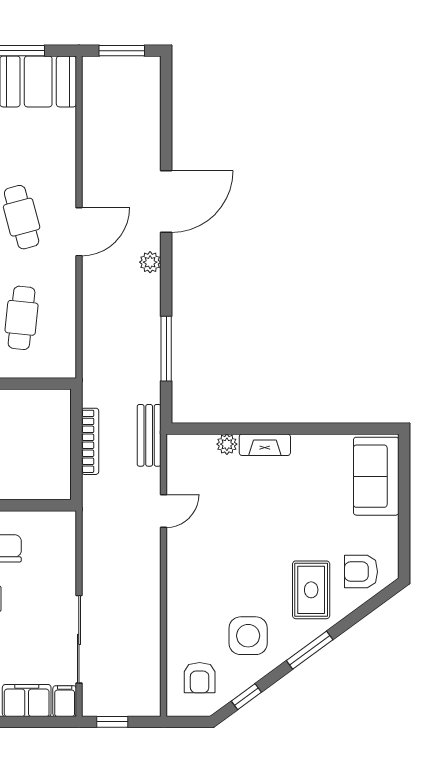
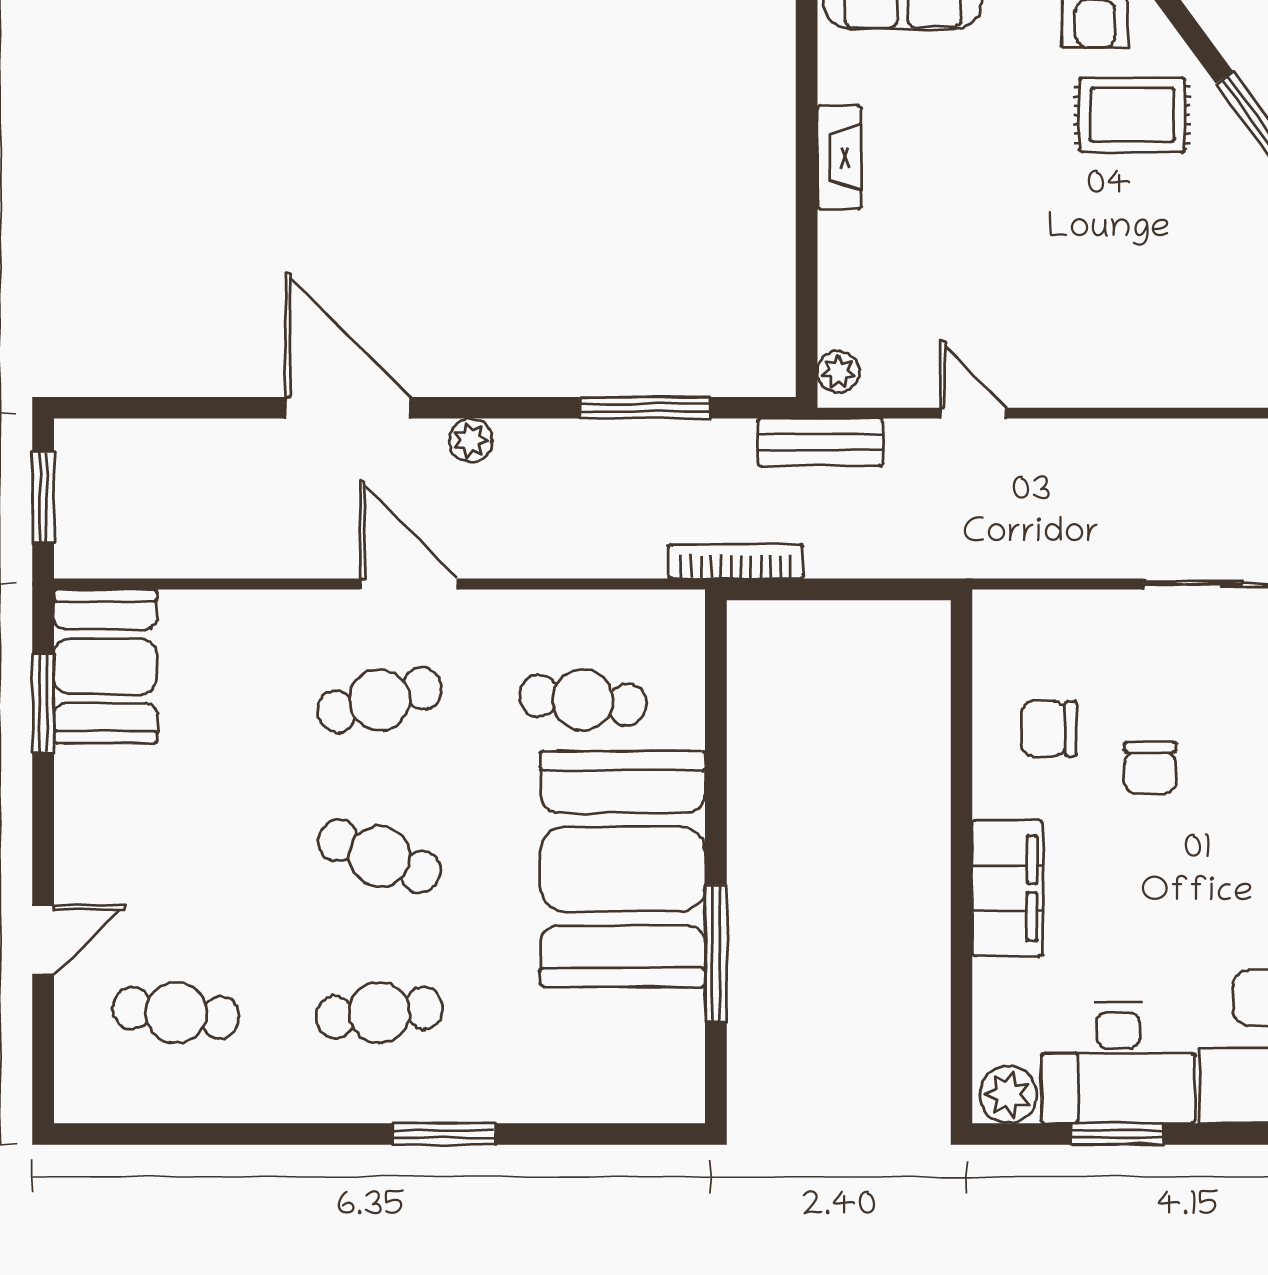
bookcase: (90, 441) -> (736, 561), moved
plant: (227, 444) -> (838, 372), moved
fireplace: (265, 445) -> (839, 158), moved
side table: (248, 636) -> (1225, 242), removed

